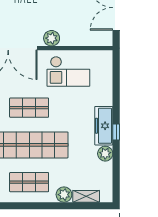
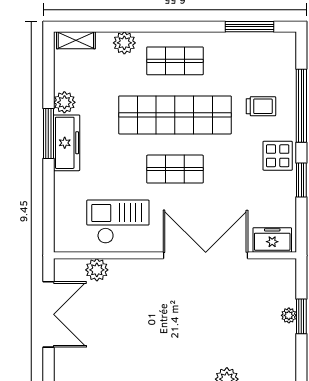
plant: (52, 38) -> (97, 270), moved
window: (116, 132) -> (48, 134), width x2.17
shelving: (86, 196) -> (76, 40), moved

